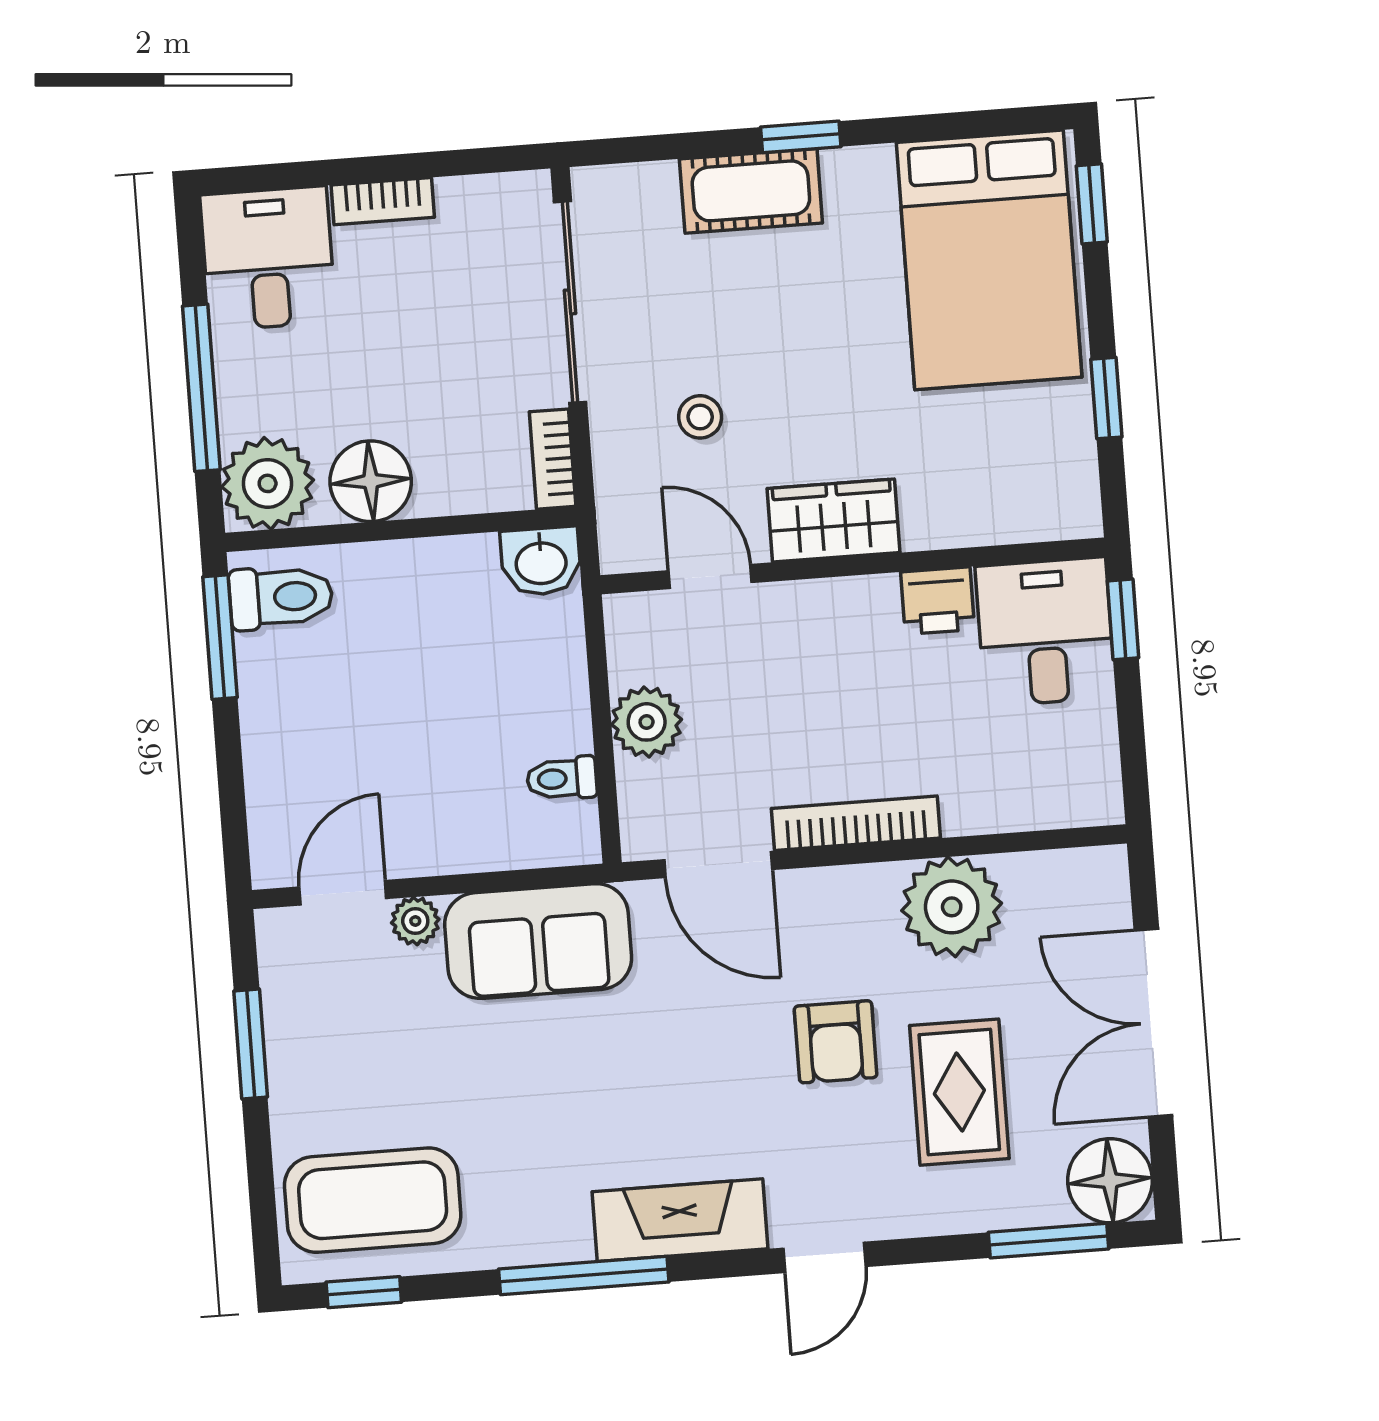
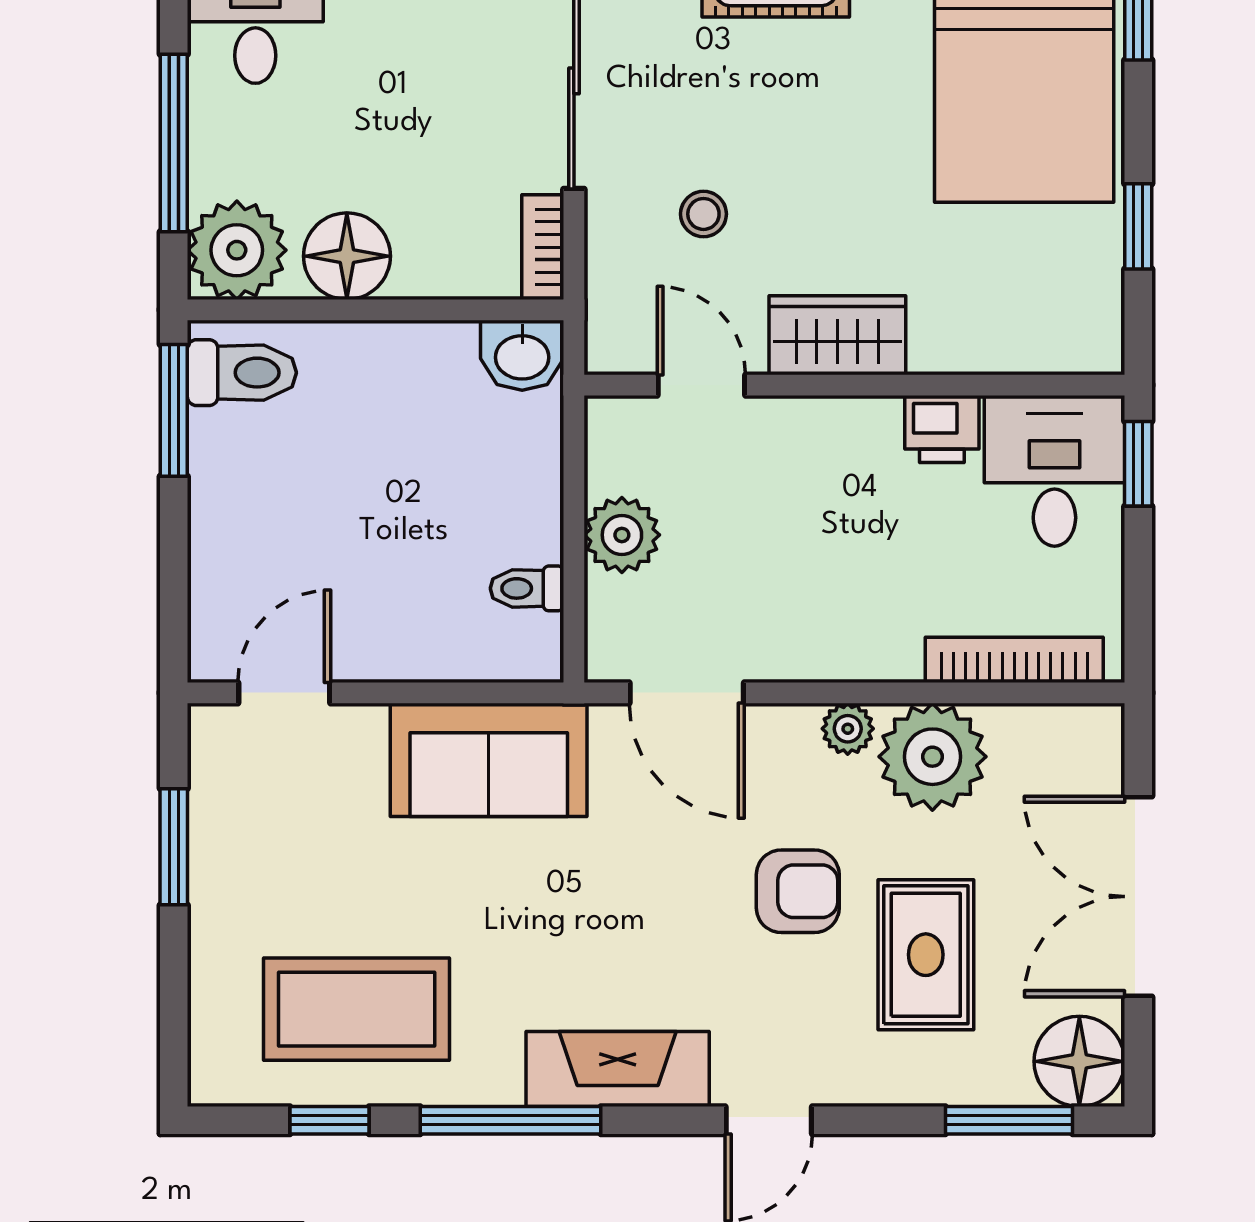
bookcase: (856, 823) -> (1014, 660), moved
plant: (415, 921) -> (848, 729), moved
armchair: (836, 1042) -> (798, 891), turned -90
coffee table: (373, 1200) -> (357, 1009), moved
window: (364, 1292) -> (329, 1120), moved

